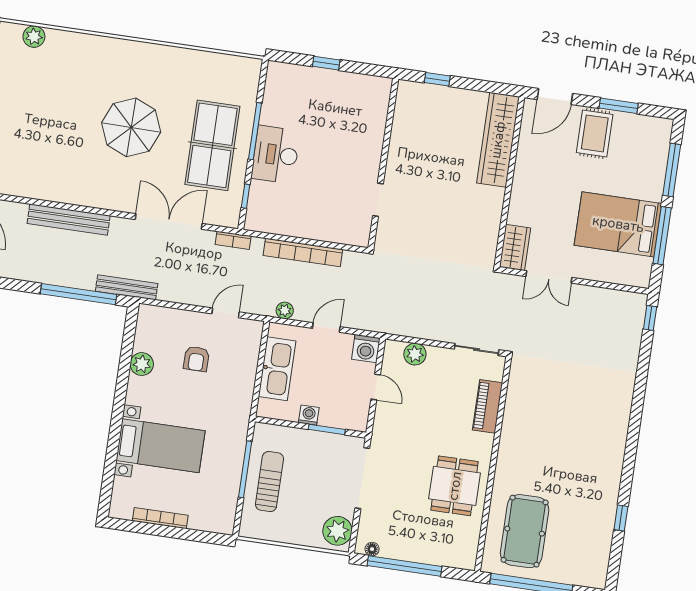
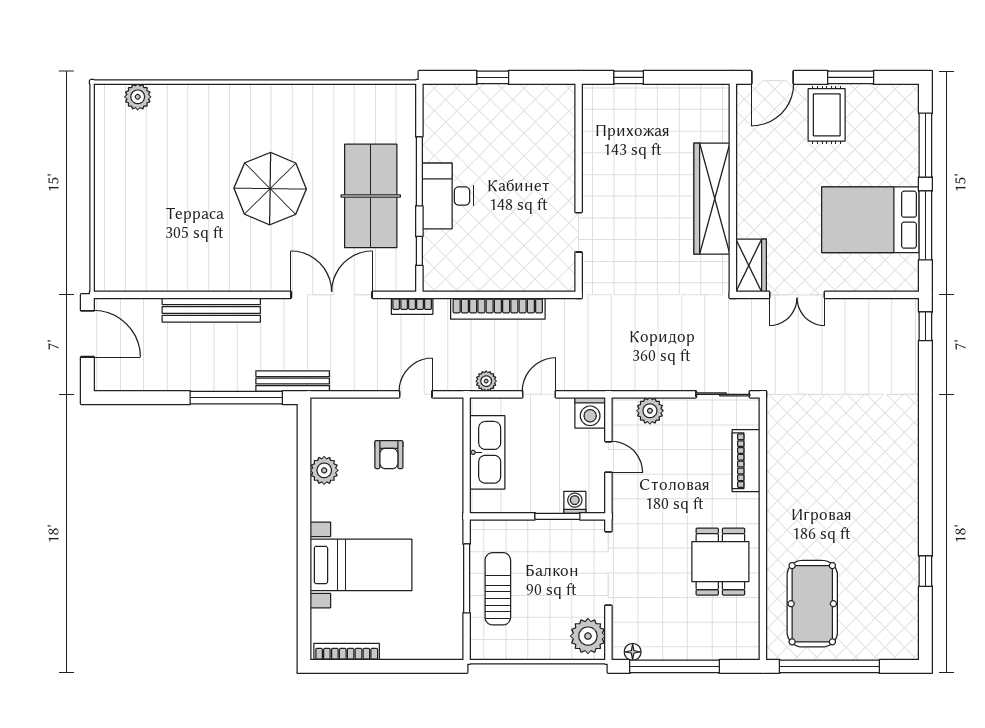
wardrobe: (498, 140) -> (712, 199), moved
washing machine: (309, 415) -> (575, 502), moved
bookcase: (160, 518) -> (347, 652), moved

